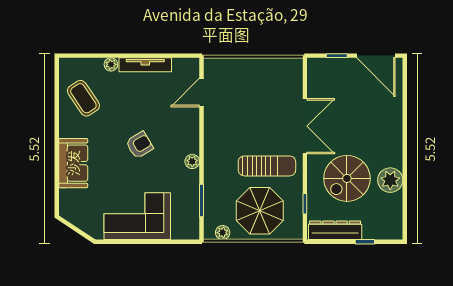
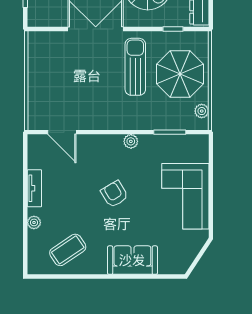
tv unit: (145, 65) -> (34, 188), width x0.71

